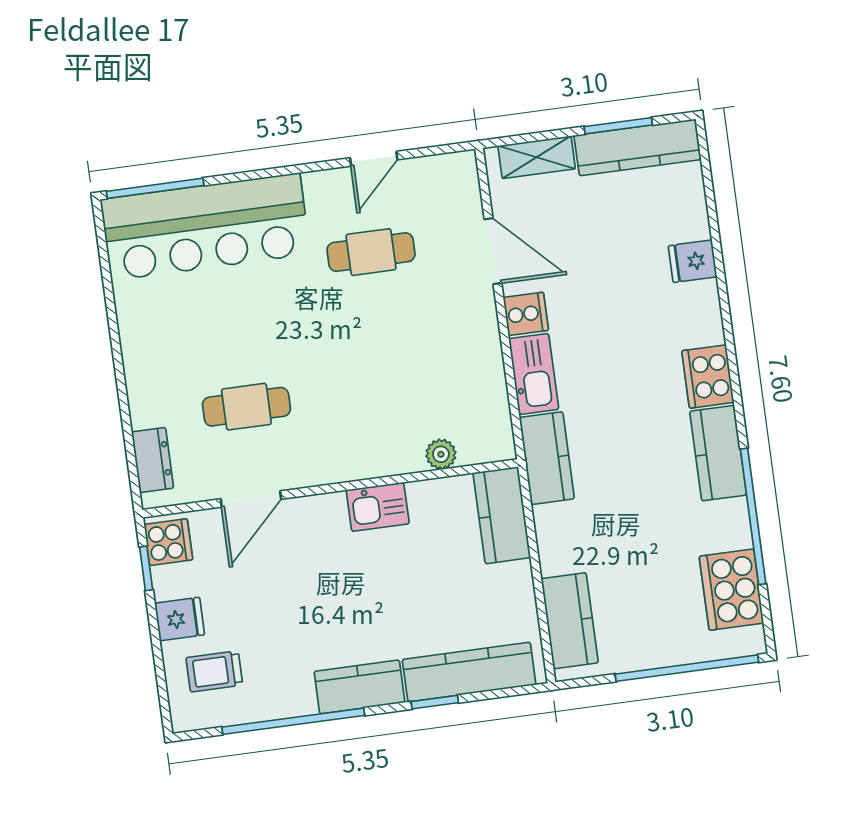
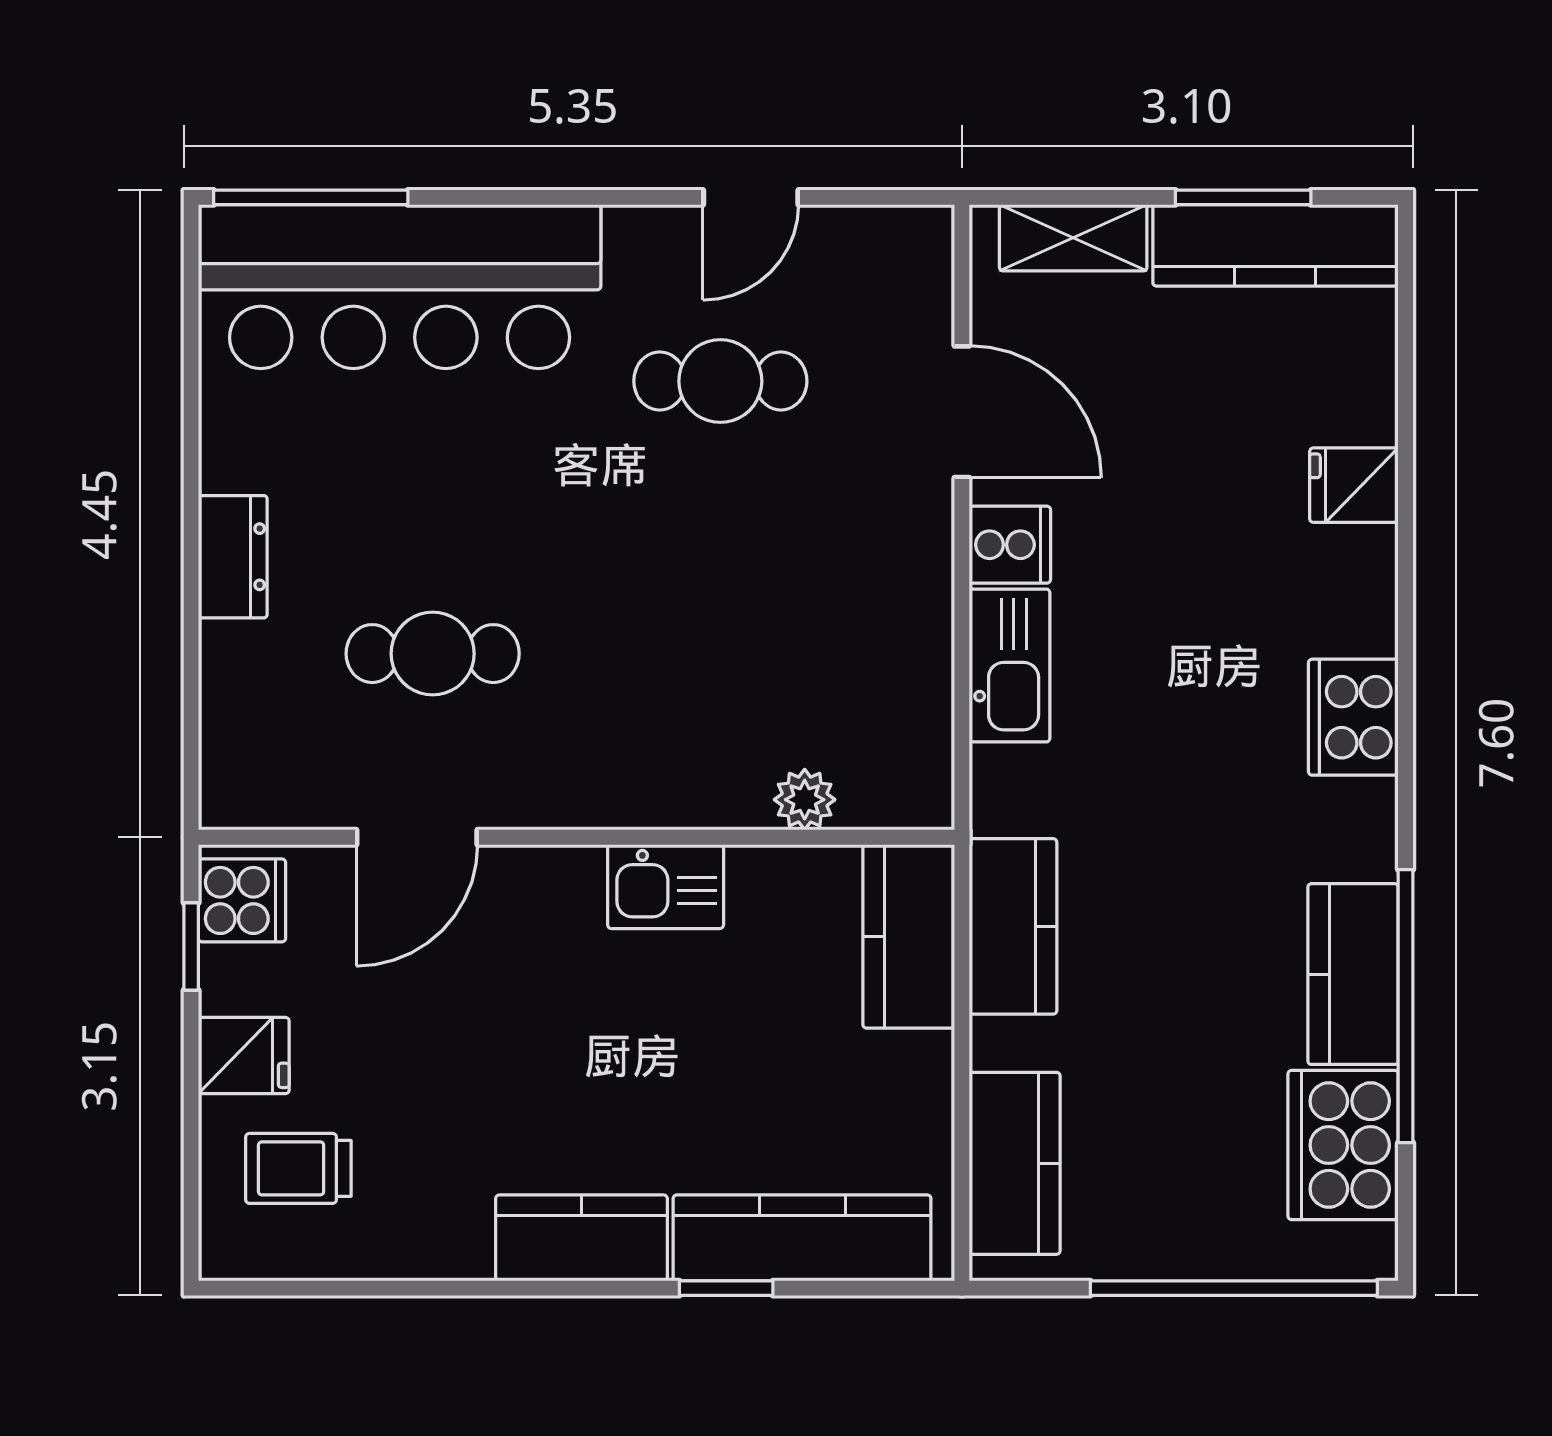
kitchen counter: (718, 453) -> (1353, 974), moved
kitchen counter: (547, 458) -> (1013, 926), moved
dresser: (153, 460) -> (233, 557), moved
window: (293, 721) -> (441, 1288), removed

